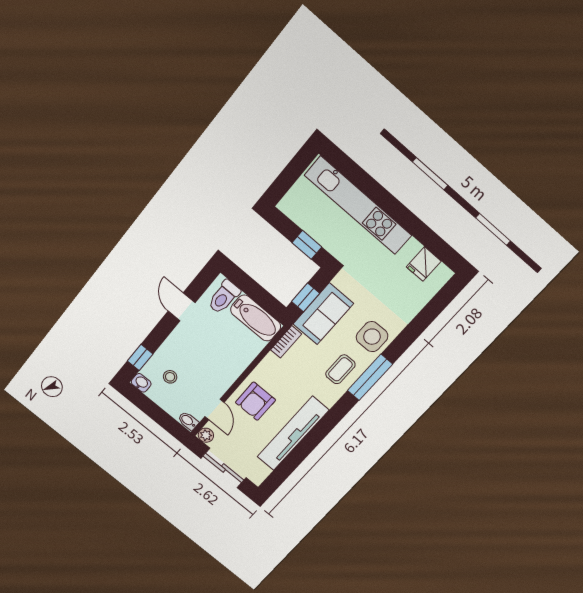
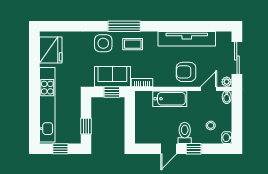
window: (290, 175) -> (60, 149), added
window: (307, 245) -> (86, 126), moved
fridge: (424, 264) -> (51, 50), width x1.88, depth x1.34
toilet: (224, 297) -> (185, 133), moved, turned -90
bathtub: (256, 318) -> (170, 99), moved, turned 90
window: (140, 357) -> (194, 149), moved
armchair: (255, 401) -> (186, 72), turned 180

